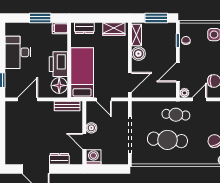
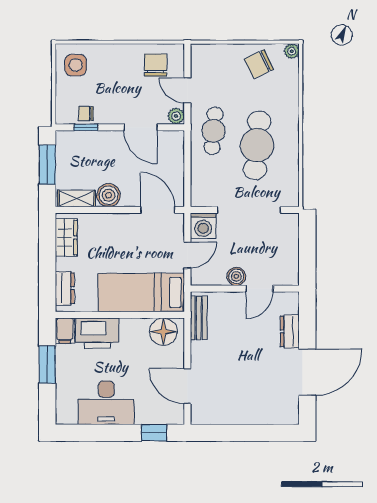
printer: (58, 64) -> (97, 333), moved
washing machine: (93, 157) -> (203, 226), moved, turned -90

